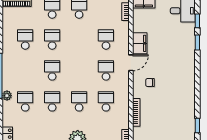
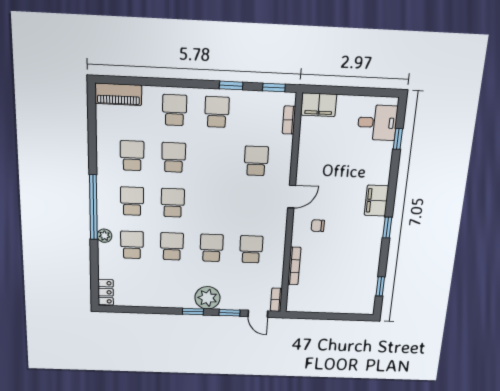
filing cabinet: (140, 43) -> (376, 201), moved, turned 180
window: (197, 43) -> (387, 228), moved
school desk: (106, 70) -> (132, 201), moved

